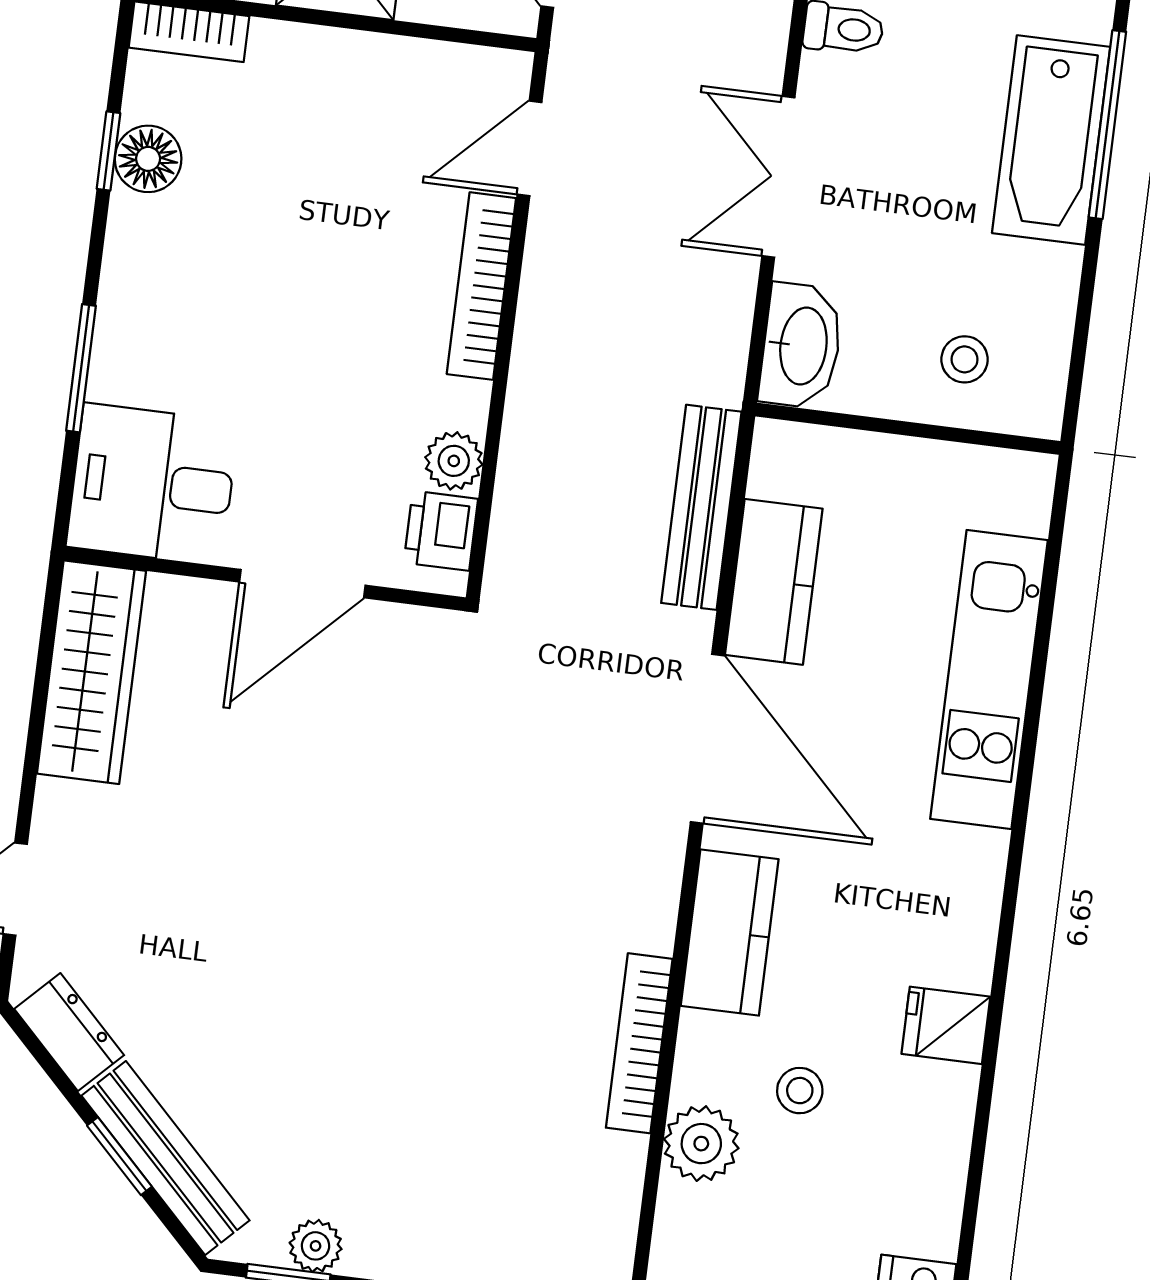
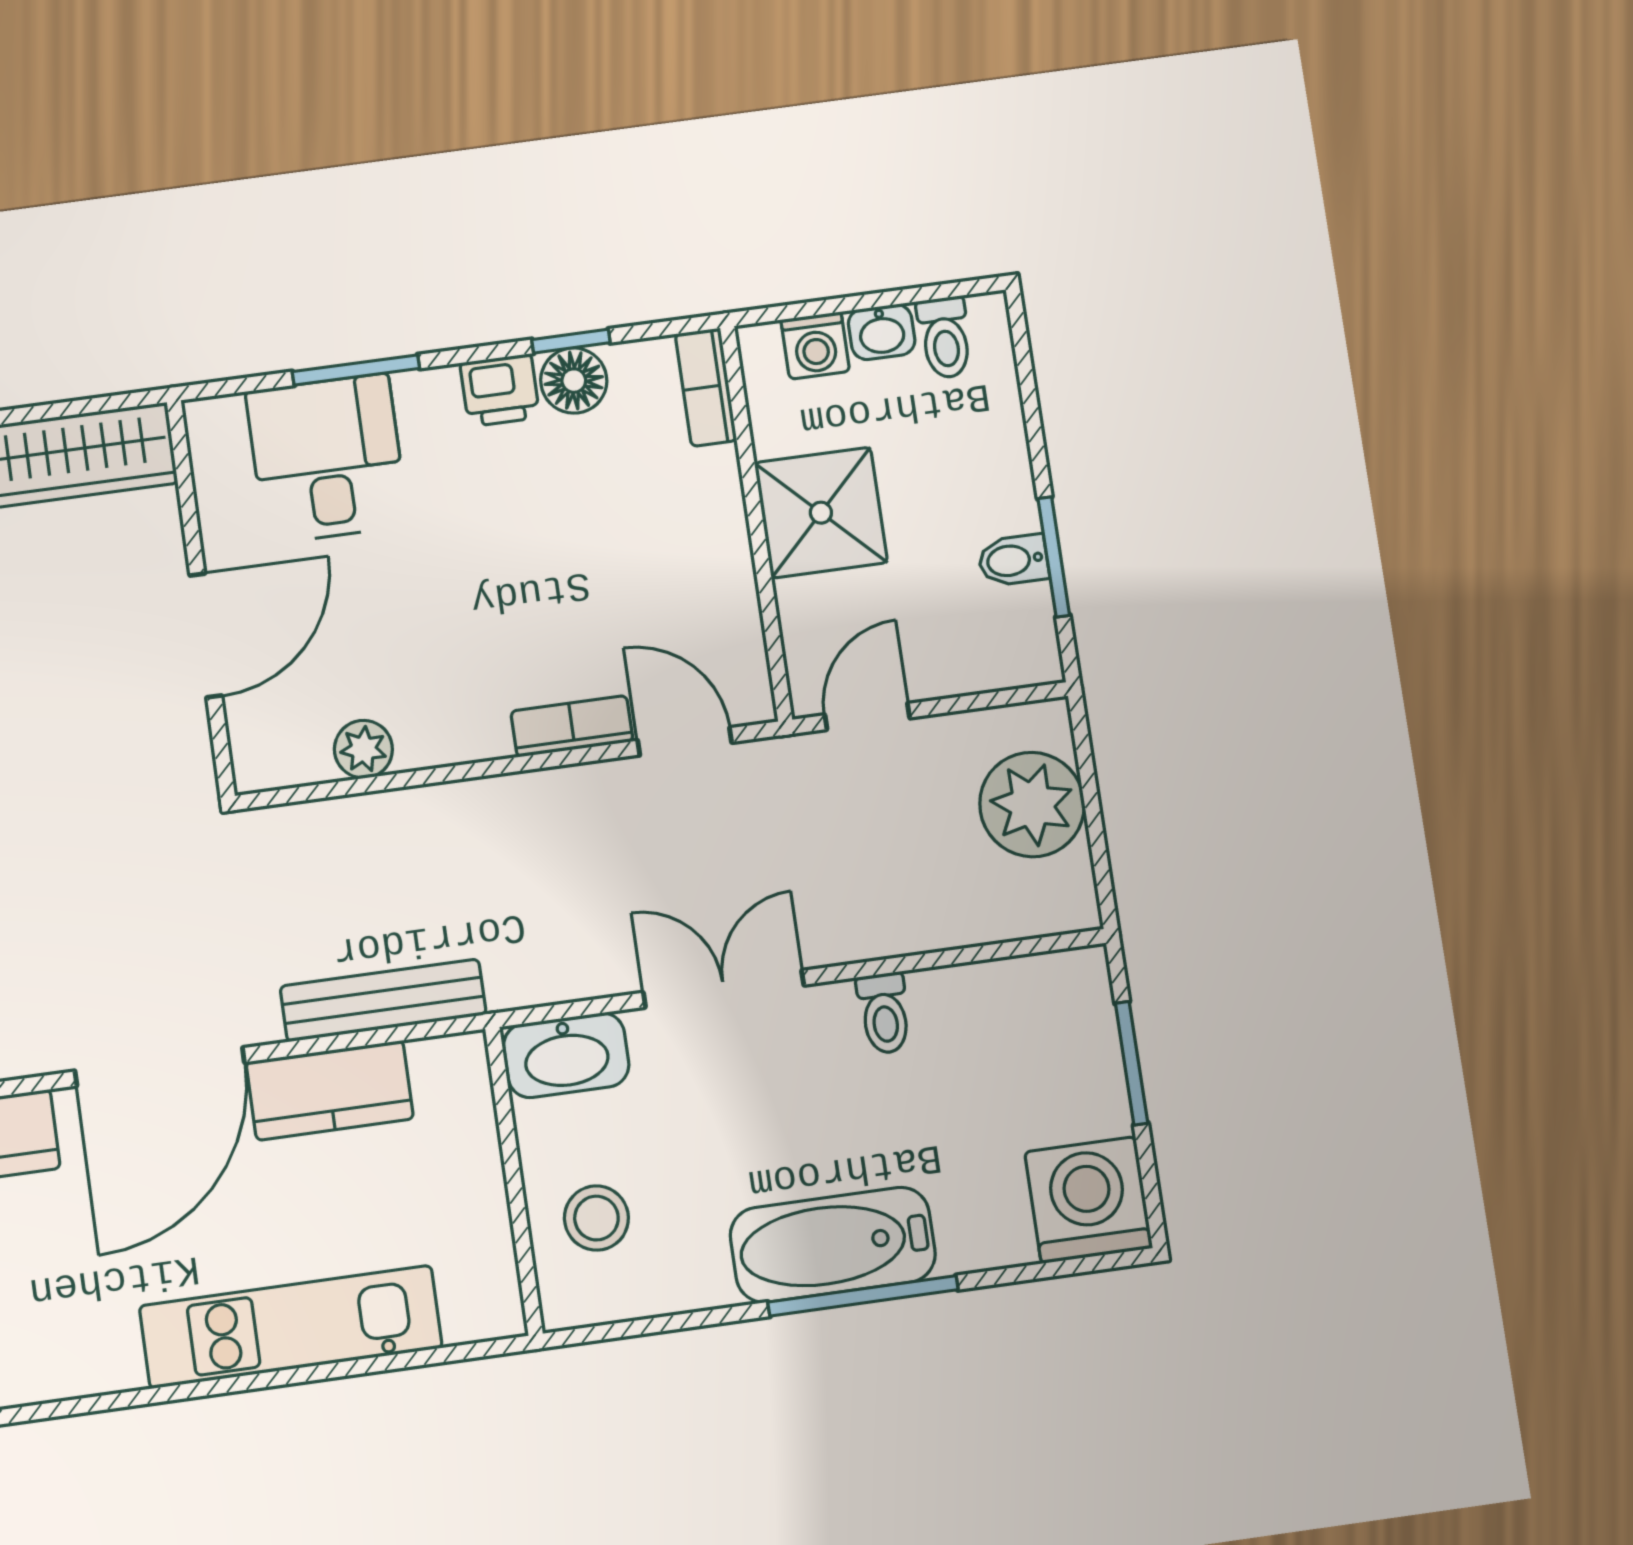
bookcase: (481, 286) -> (572, 726), width x0.64
stool: (965, 359) -> (596, 1218), width x1.37, depth x1.37
desk: (153, 484) -> (327, 459), moved
printer: (441, 531) -> (500, 390), moved, turned 180
door: (302, 584) -> (206, 635), swing flipped

